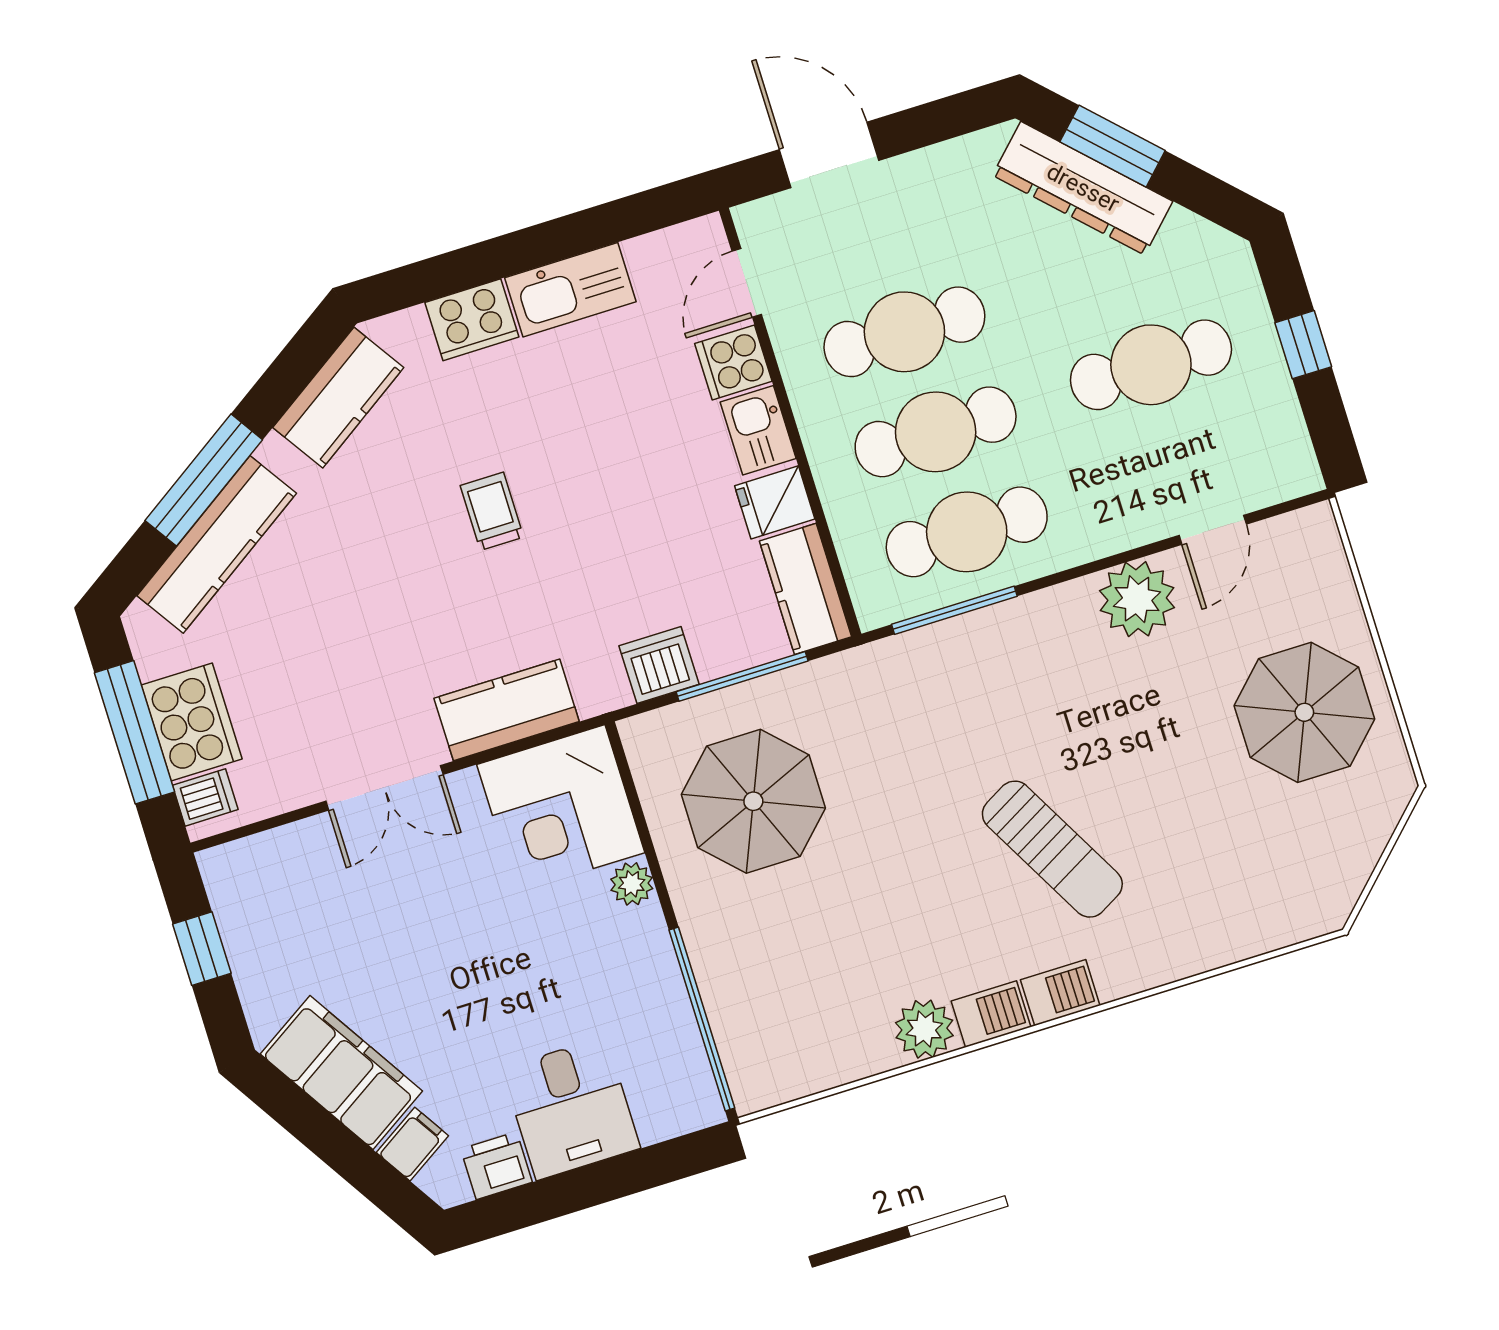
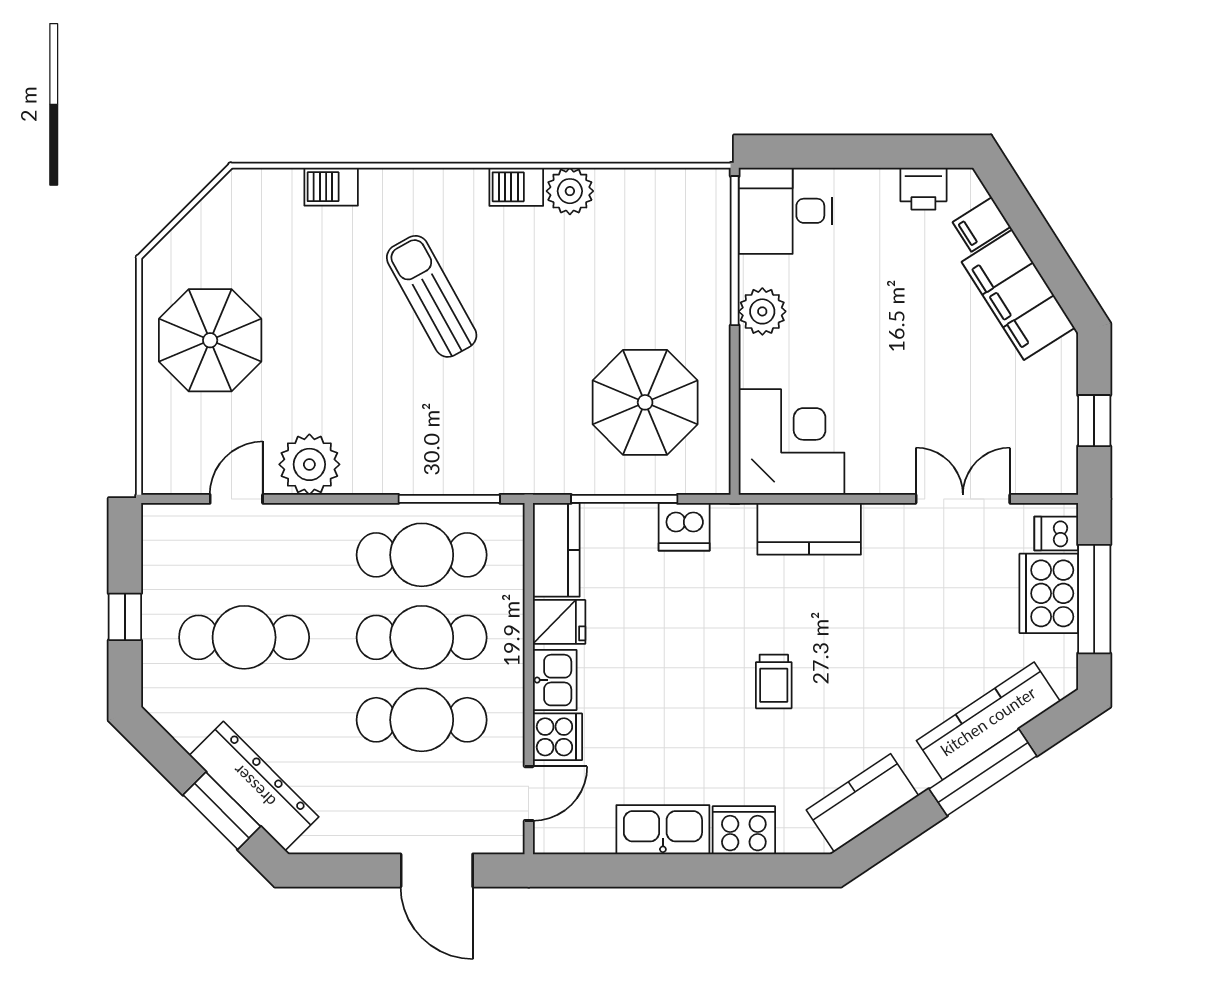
double door: (384, 788) -> (963, 499), moved
plant: (632, 884) -> (762, 311), moved, width x1.38, depth x1.38
barbecue: (1060, 993) -> (331, 187), moved
desk: (571, 1108) -> (785, 211), moved, turned -90

